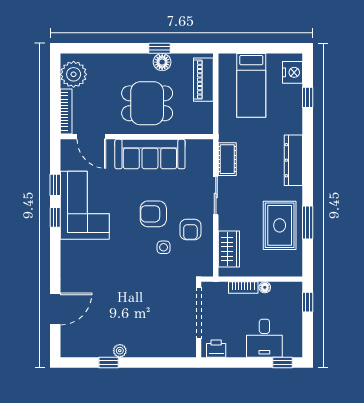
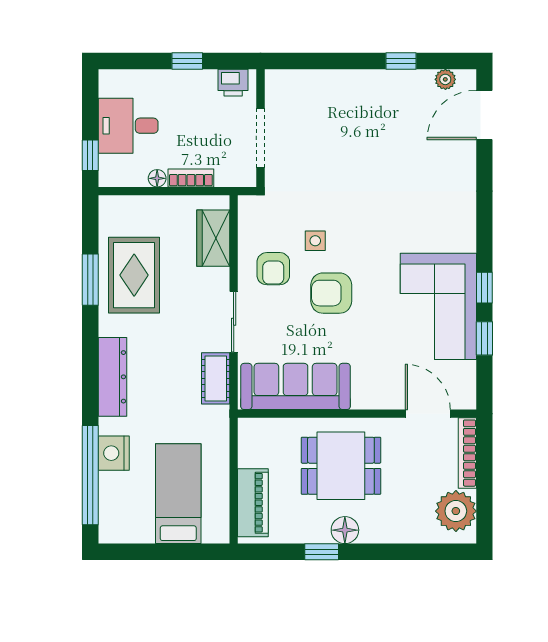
floor lamp: (162, 62) -> (345, 530), moved
nightstand: (293, 72) -> (114, 453), moved
window: (308, 97) -> (90, 475), width x3.17
sofa: (150, 154) -> (295, 386), moved
armchair: (153, 214) -> (331, 293), turned 180
armchair: (190, 229) -> (273, 269), turned 180
door: (55, 309) -> (484, 115), moved
doorway: (199, 313) -> (261, 138), width x0.73
desk: (264, 338) -> (128, 126), moved, turned -90
plant: (120, 351) -> (445, 79), moved
window: (282, 362) -> (187, 61), moved

